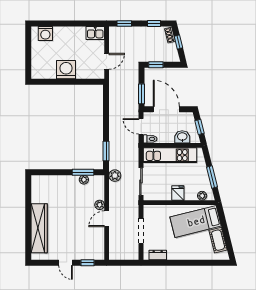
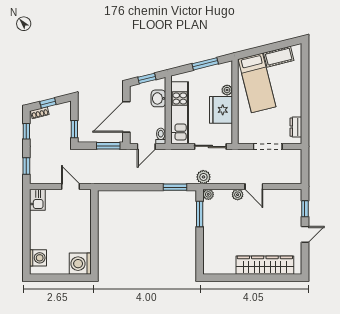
washing machine: (66, 70) -> (80, 264), moved
plant: (84, 180) -> (208, 194), moved
fridge: (178, 193) -> (221, 110), width x1.88, depth x1.34
plant: (202, 196) -> (227, 90), moved

